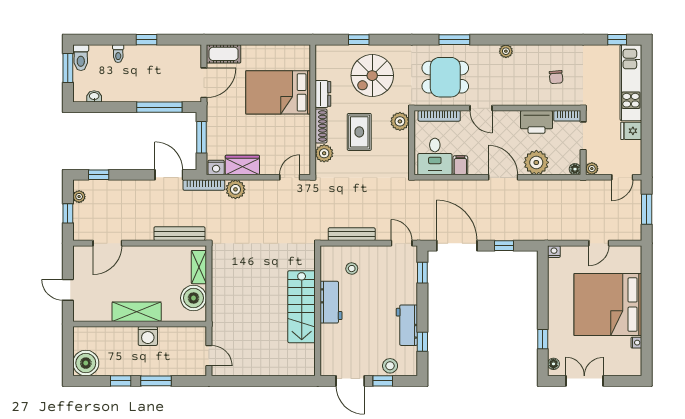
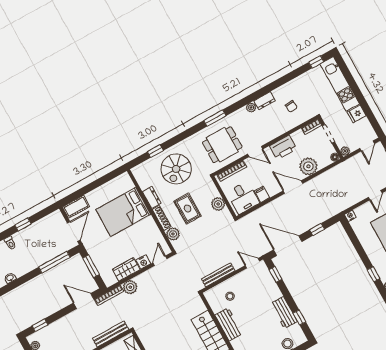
dresser: (527, 52) -> (265, 101), added
plant: (400, 121) -> (218, 204), moved
printer: (537, 122) -> (283, 147), moved
nightstand: (216, 167) -> (143, 262), moved

